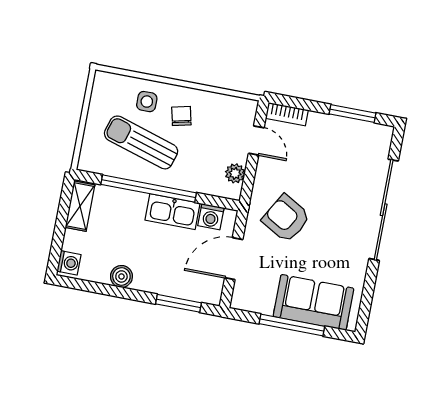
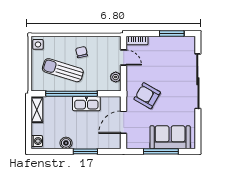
side table: (147, 102) -> (38, 44), moved
washing machine: (211, 217) -> (107, 102), removed
window: (178, 303) -> (85, 151), moved

